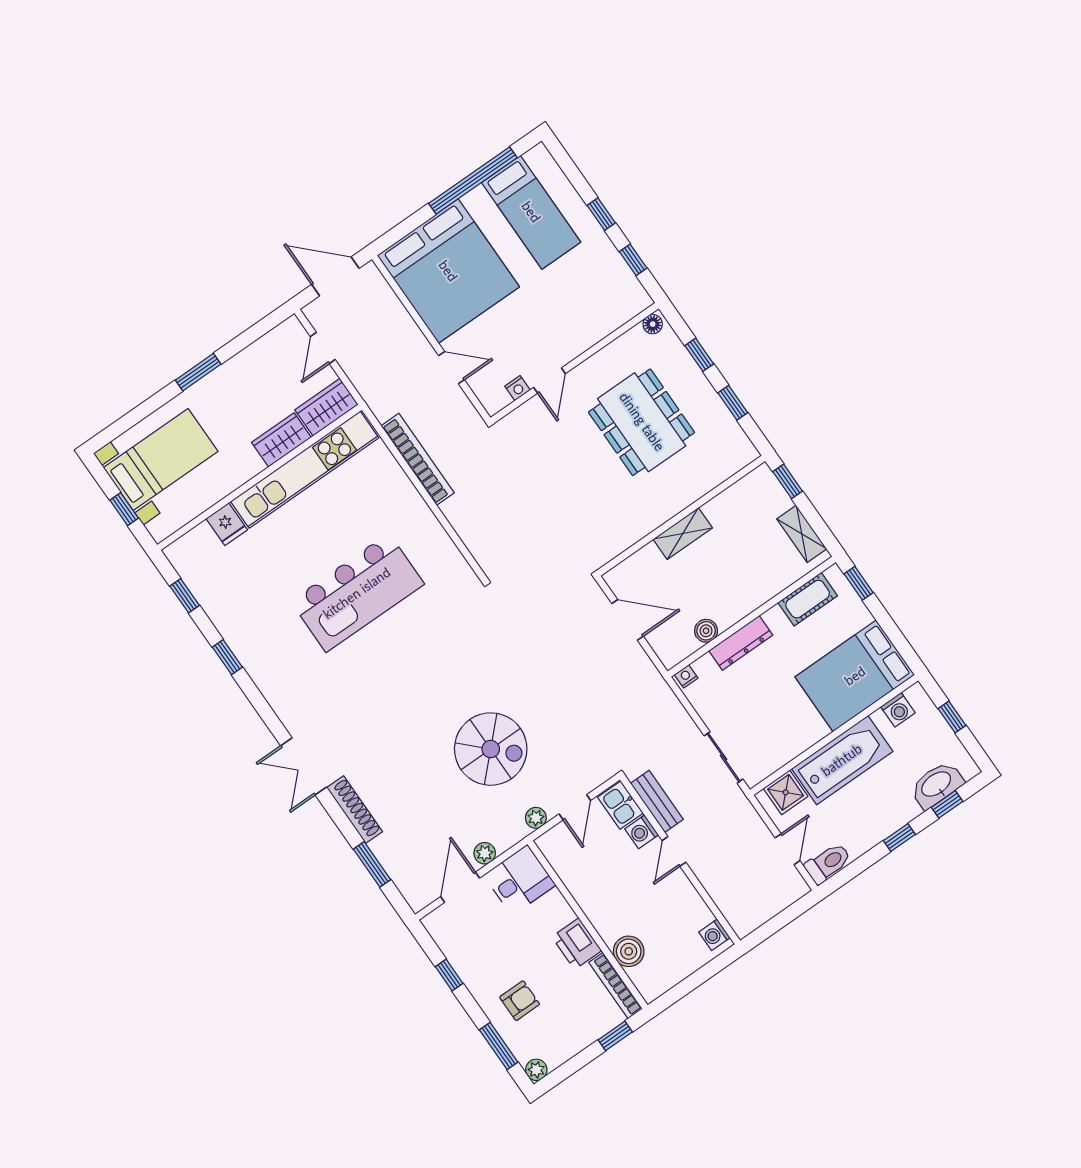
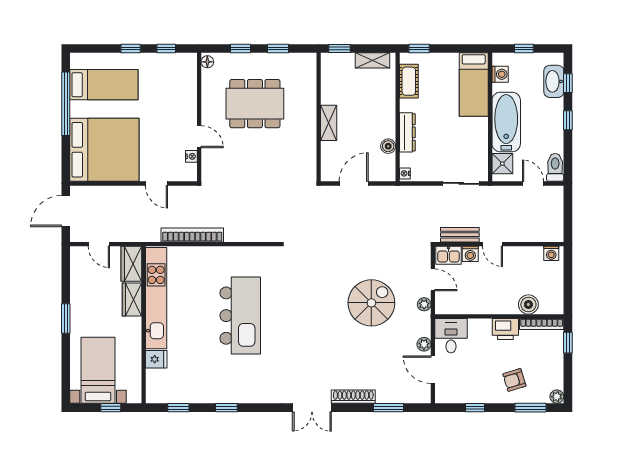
door: (452, 368) -> (156, 183), swing flipped
bed: (855, 676) -> (474, 85), width x0.67
armchair: (520, 1001) -> (514, 380), turned -107

